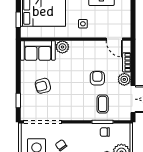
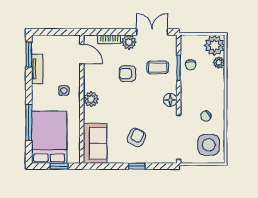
door: (114, 39) -> (82, 54), hinge flipped
plant: (62, 47) -> (91, 99), moved
armchair: (43, 86) -> (136, 137), turned -139
window: (18, 101) -> (137, 166), moved
floor lamp: (75, 115) -> (170, 100), added

